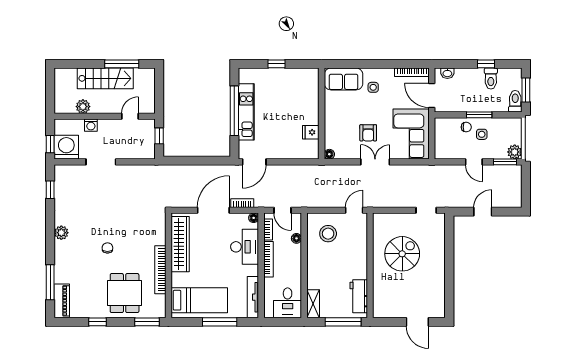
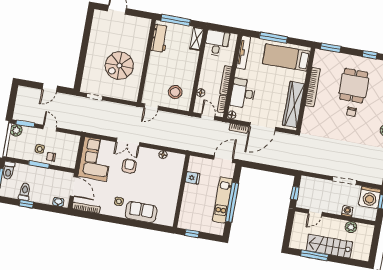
wall: (322, 114) -> (181, 191), moved
fridge: (311, 132) -> (193, 178), moved
dining table: (125, 293) -> (354, 86), moved

